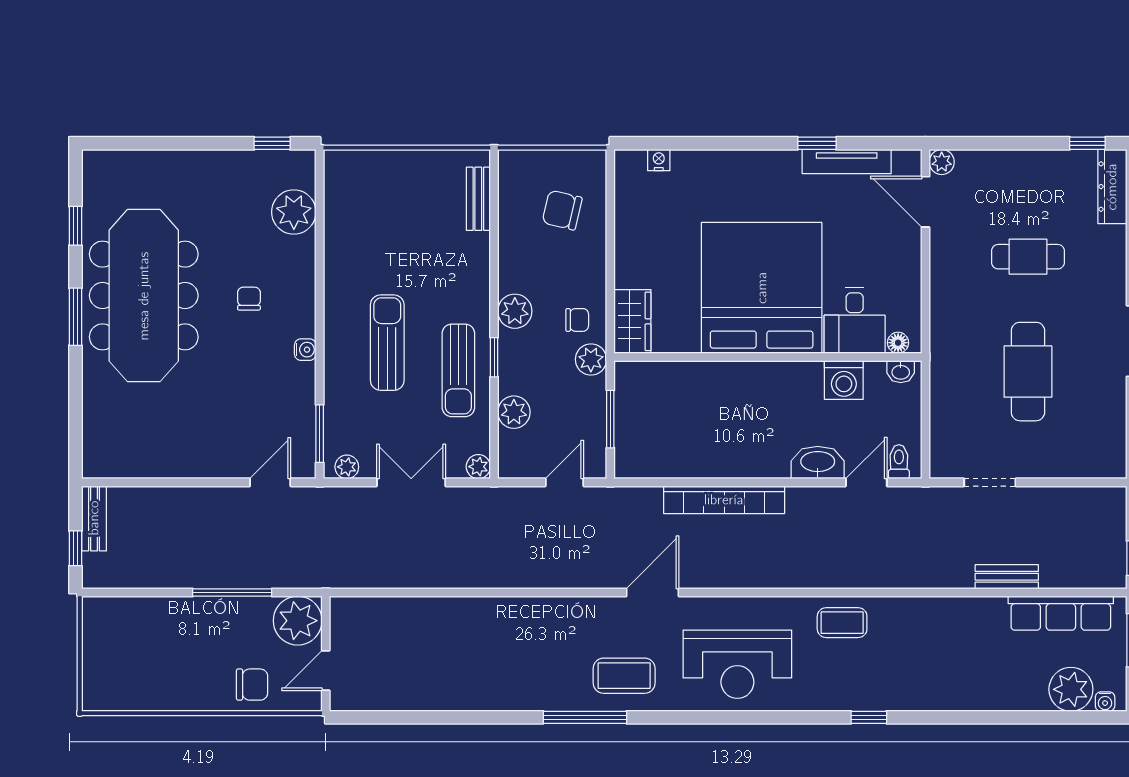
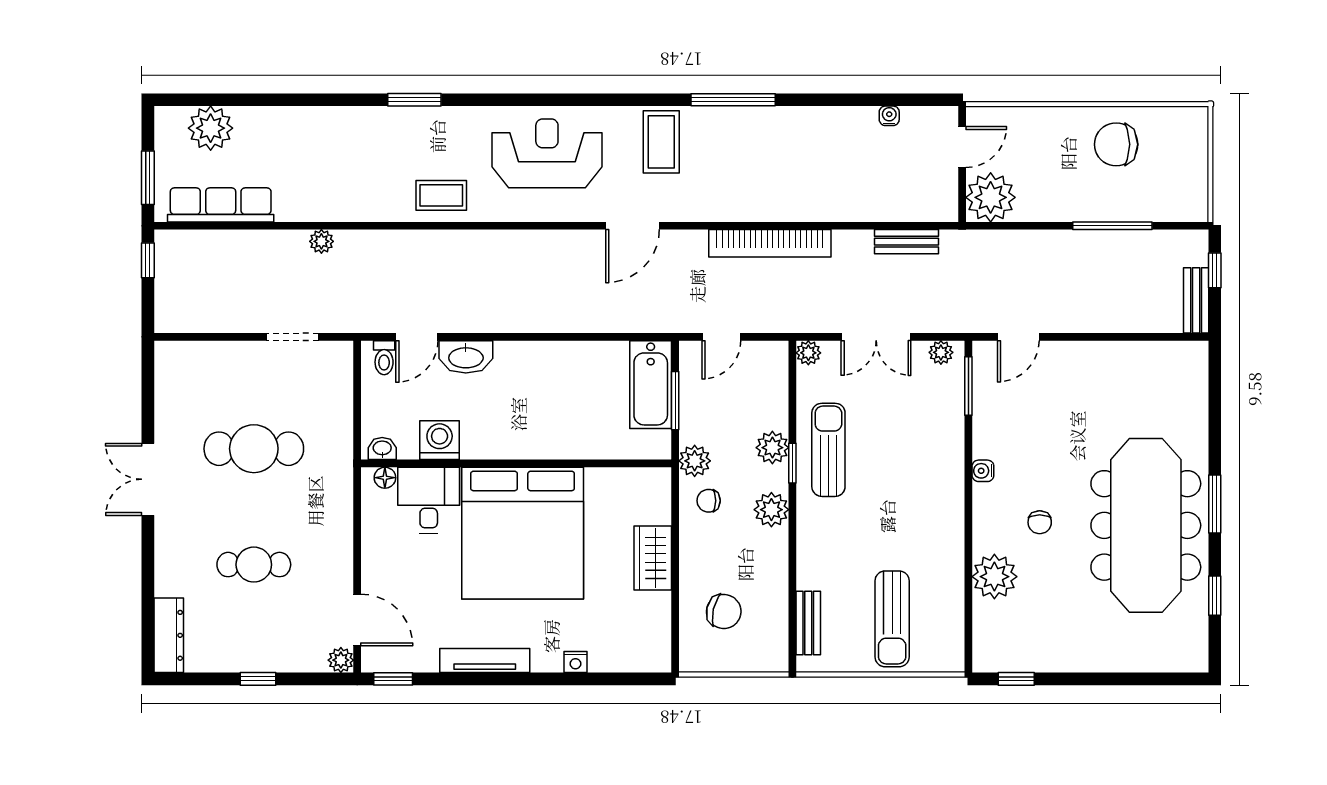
window: (817, 143) -> (393, 679), moved
window: (1087, 143) -> (258, 679), moved
nightstand: (659, 160) -> (575, 662), moved
tv unit: (847, 162) -> (485, 661), moved
plant: (294, 212) -> (994, 577), moved
wardrobe: (632, 321) -> (653, 558), moved
sun lounger: (387, 343) -> (892, 619), moved
cafe table: (1028, 372) -> (254, 449), turned 90
plant: (514, 412) -> (772, 448), moved
bathtub: (635, 435) -> (651, 385), added
bookcase: (724, 500) -> (770, 243), moved, turned 180
plant: (961, 577) -> (321, 241), added
bench: (1007, 577) -> (907, 242), moved
window: (232, 593) -> (1112, 226), moved
coffee table: (624, 676) -> (661, 142), turned 90
chair: (252, 685) -> (1116, 144), moved, width x1.37, depth x1.37
water cooler: (1105, 702) -> (889, 116), moved
window: (585, 717) -> (733, 100), moved
window: (869, 717) -> (414, 100), width x1.50

